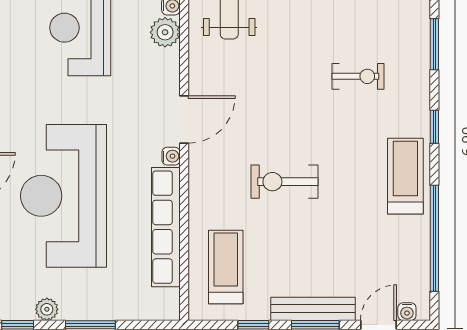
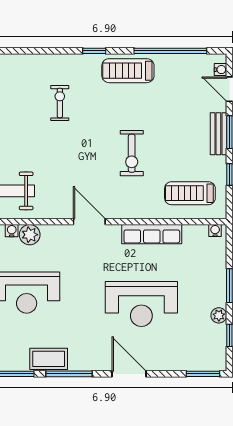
window: (434, 44) -> (38, 51), removed
water cooler: (171, 156) -> (215, 231), moved
reception desk: (63, 196) -> (141, 304), width x0.74, depth x0.77
row of seats: (166, 227) -> (152, 234), width x0.73
bench: (313, 309) -> (218, 134), width x0.73

